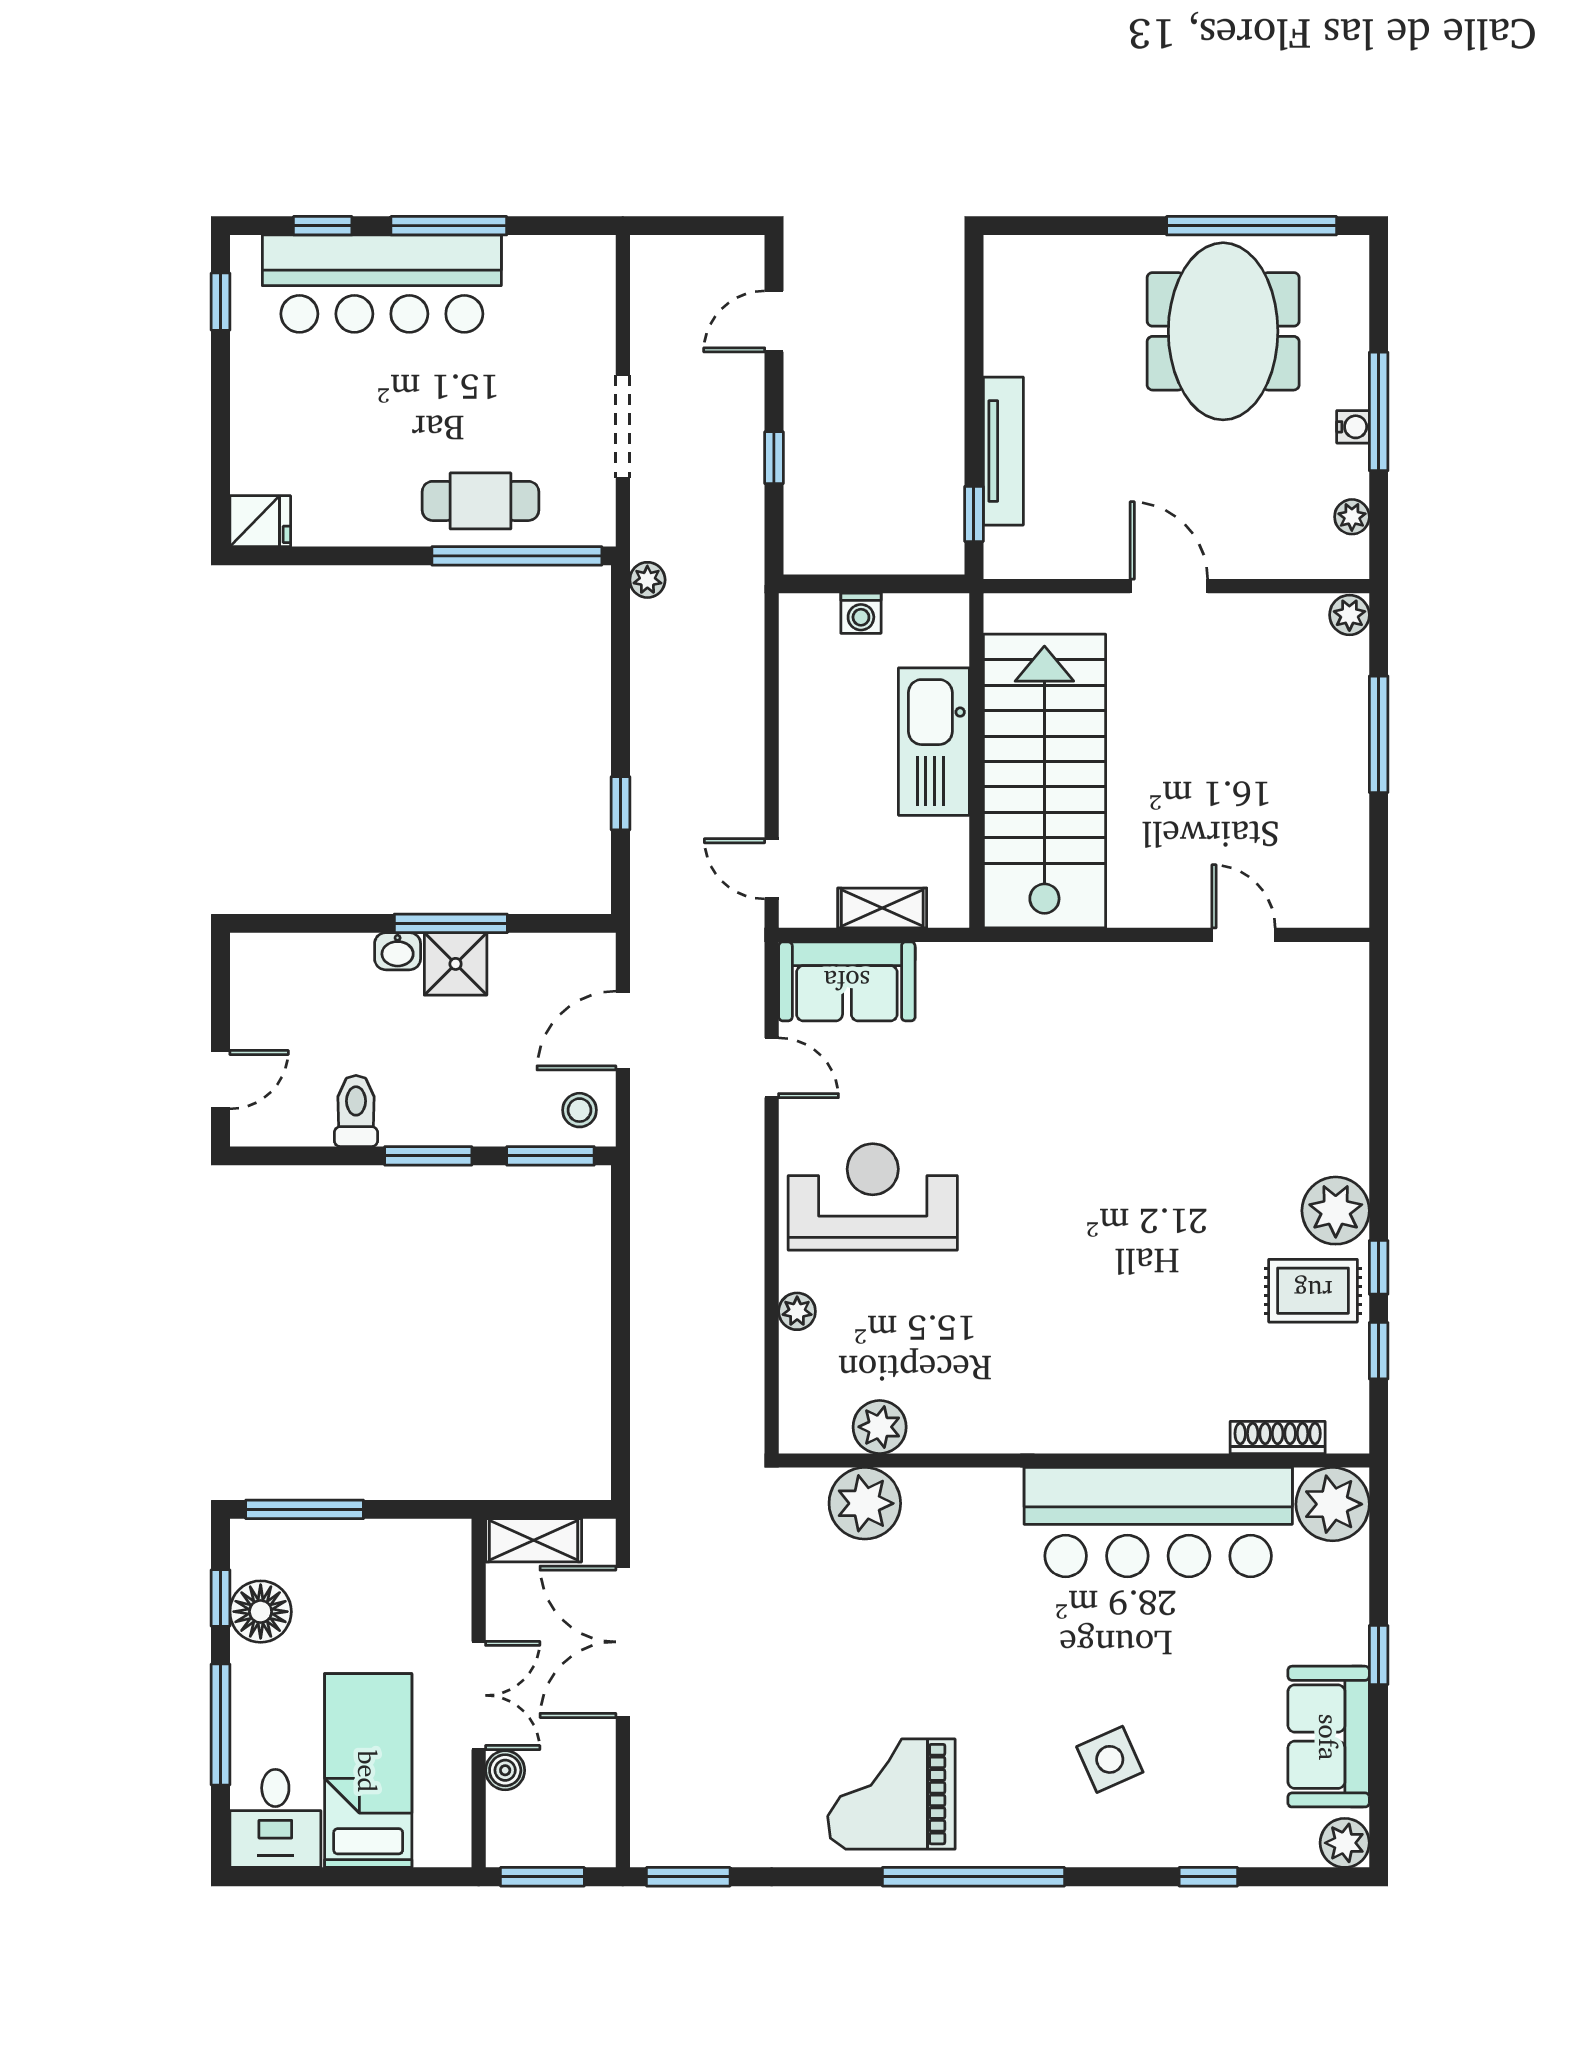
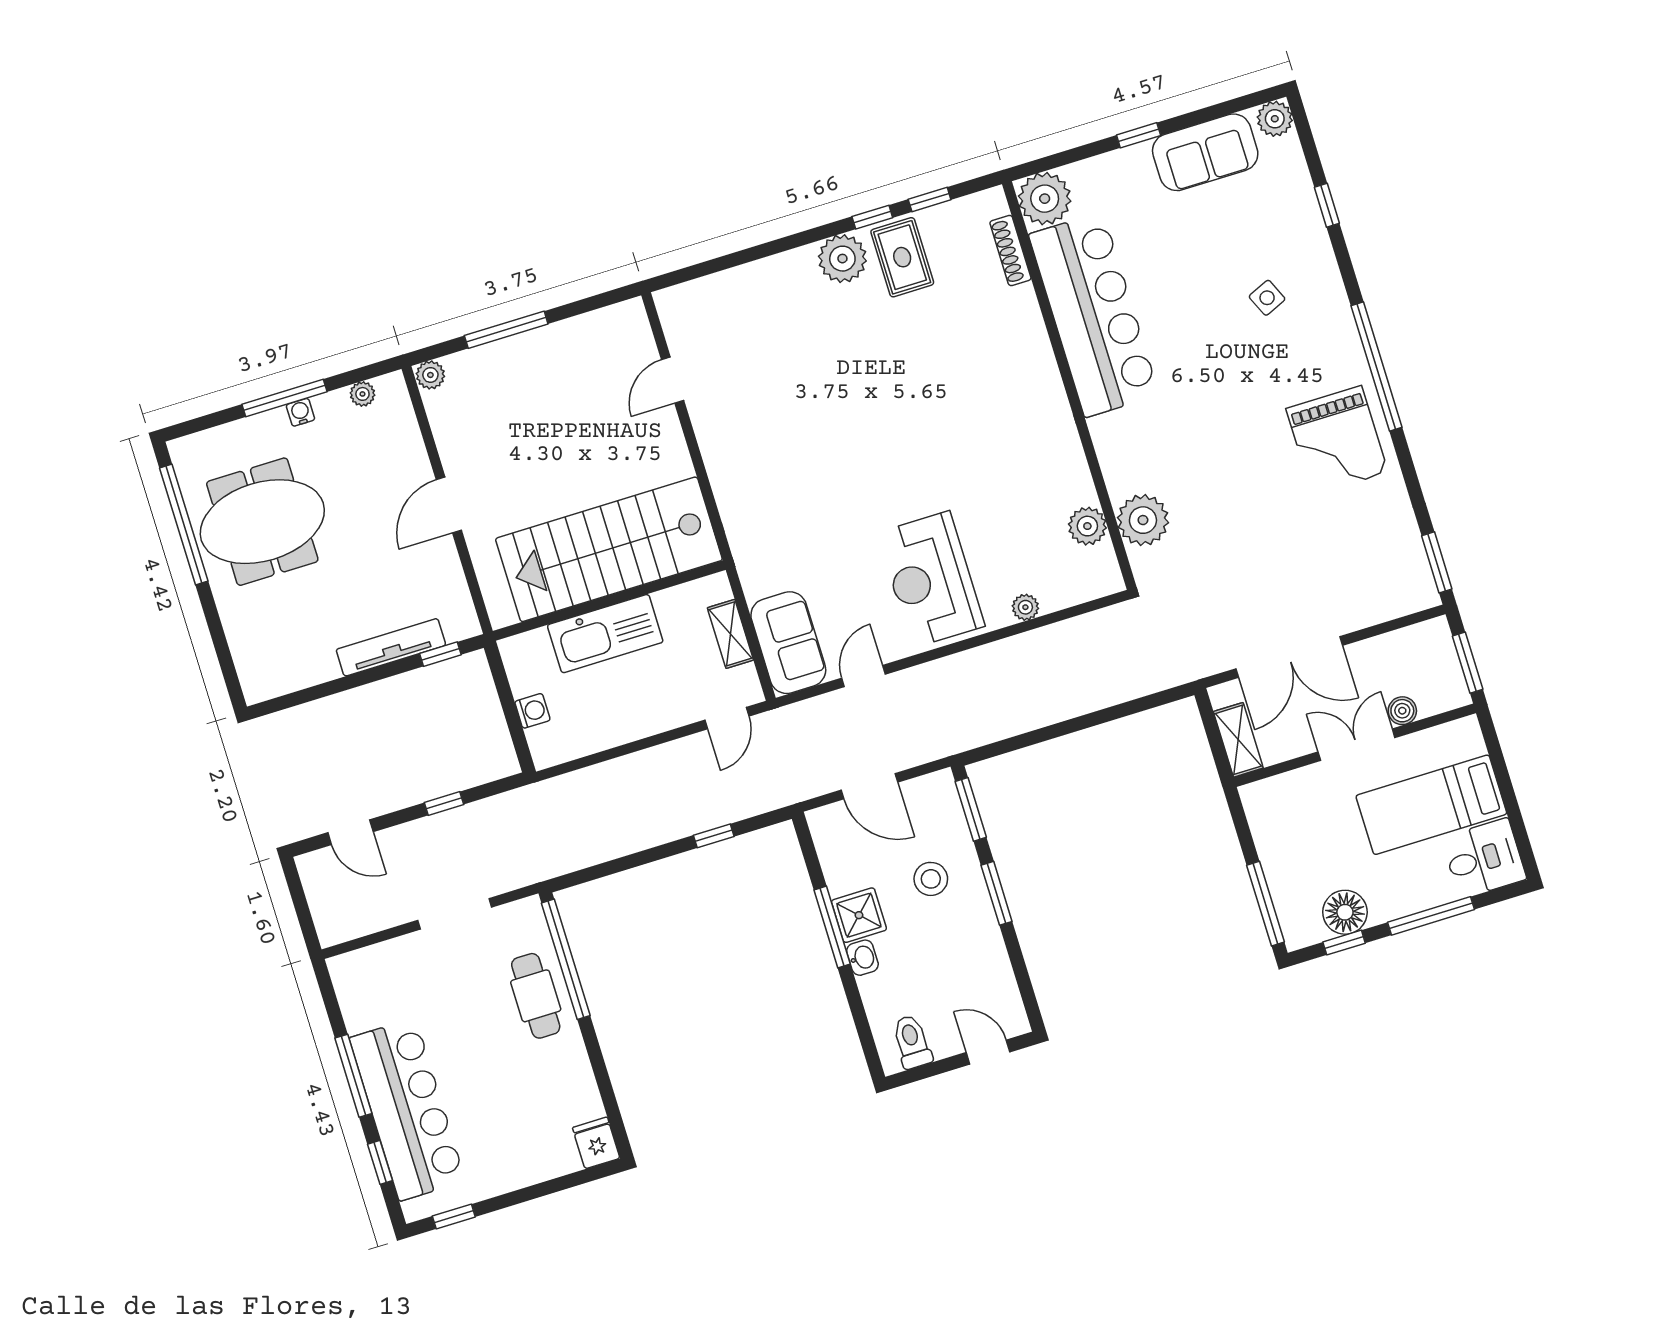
plant: (647, 580) -> (555, 865), removed
stool: (579, 1110) -> (931, 879), moved, width x1.37, depth x1.37
toilet: (356, 1111) -> (912, 1042), moved, turned 90
side table: (1110, 1759) -> (1267, 298), width x0.73, depth x0.73

